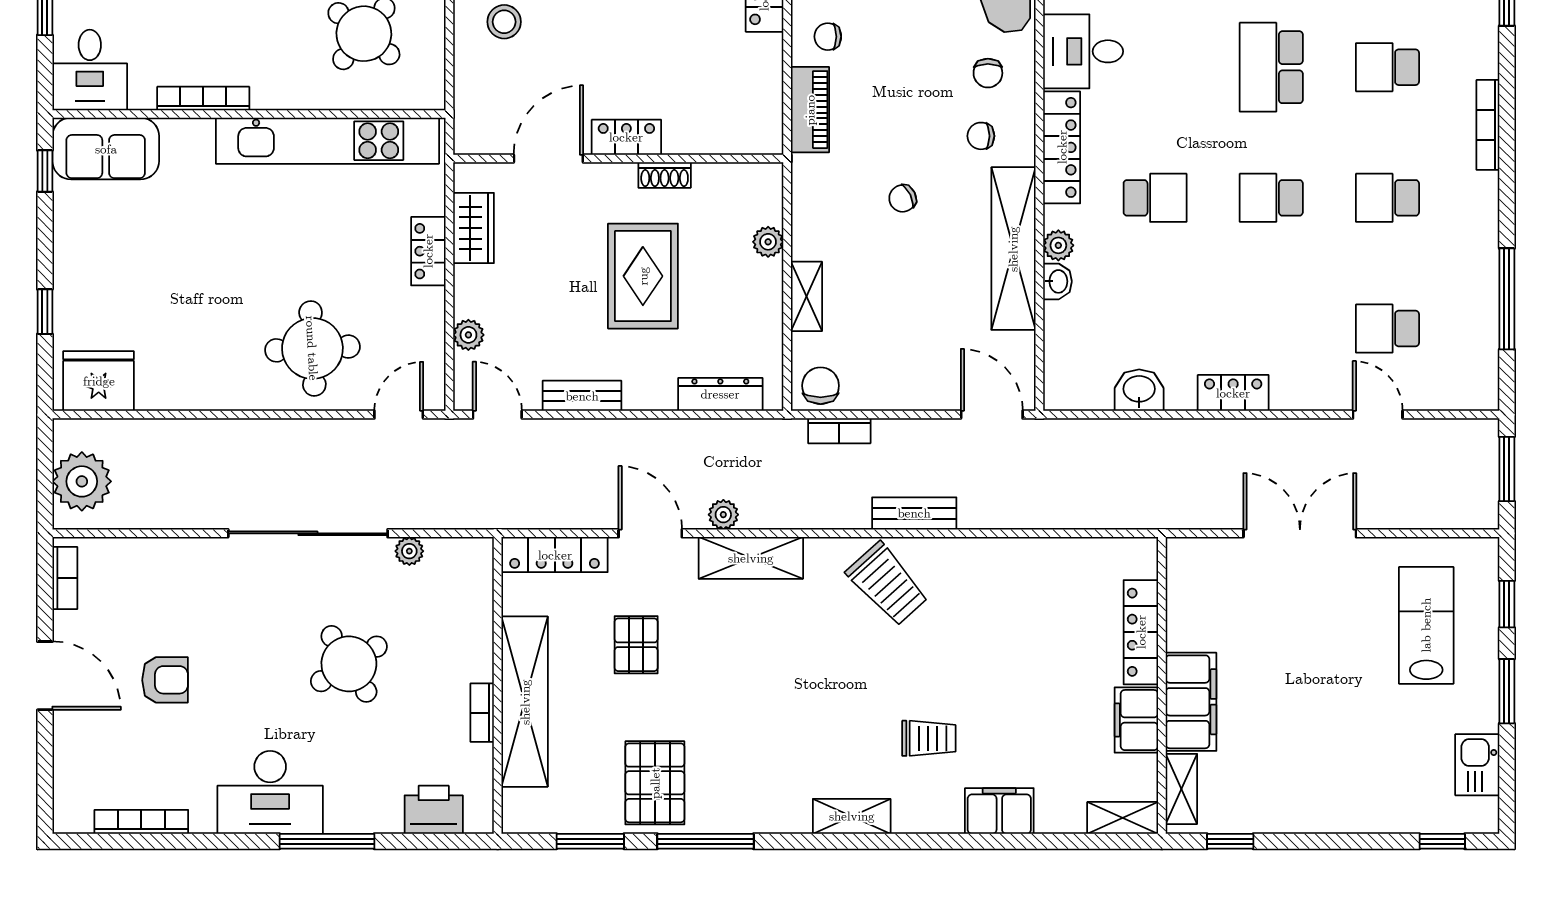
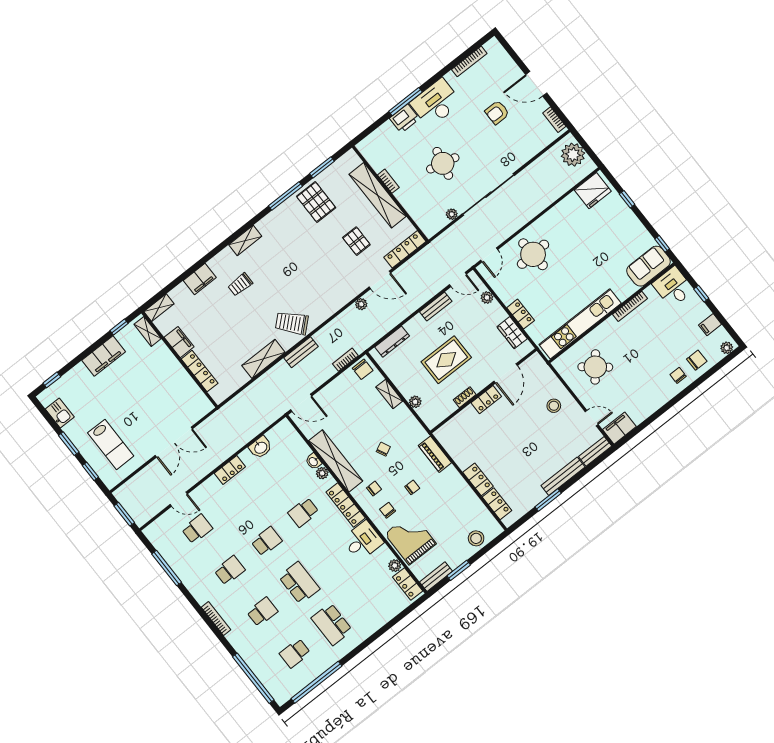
chair: (828, 37) -> (412, 487), moved
rug: (643, 276) -> (446, 360), turned 90
shelving: (751, 558) -> (263, 359), moved
round table: (349, 664) -> (443, 163), turned 45
filing cabinet: (1191, 702) -> (104, 356), moved, turned -90
printer: (434, 810) -> (404, 119), moved

